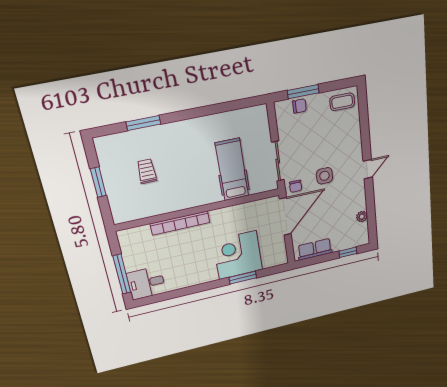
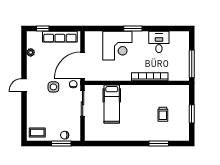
row of seats: (315, 249) -> (60, 37), width x1.48
window: (122, 274) -> (192, 64), moved
window: (243, 278) -> (133, 28), moved
desk: (146, 283) -> (159, 42), moved, turned -90

